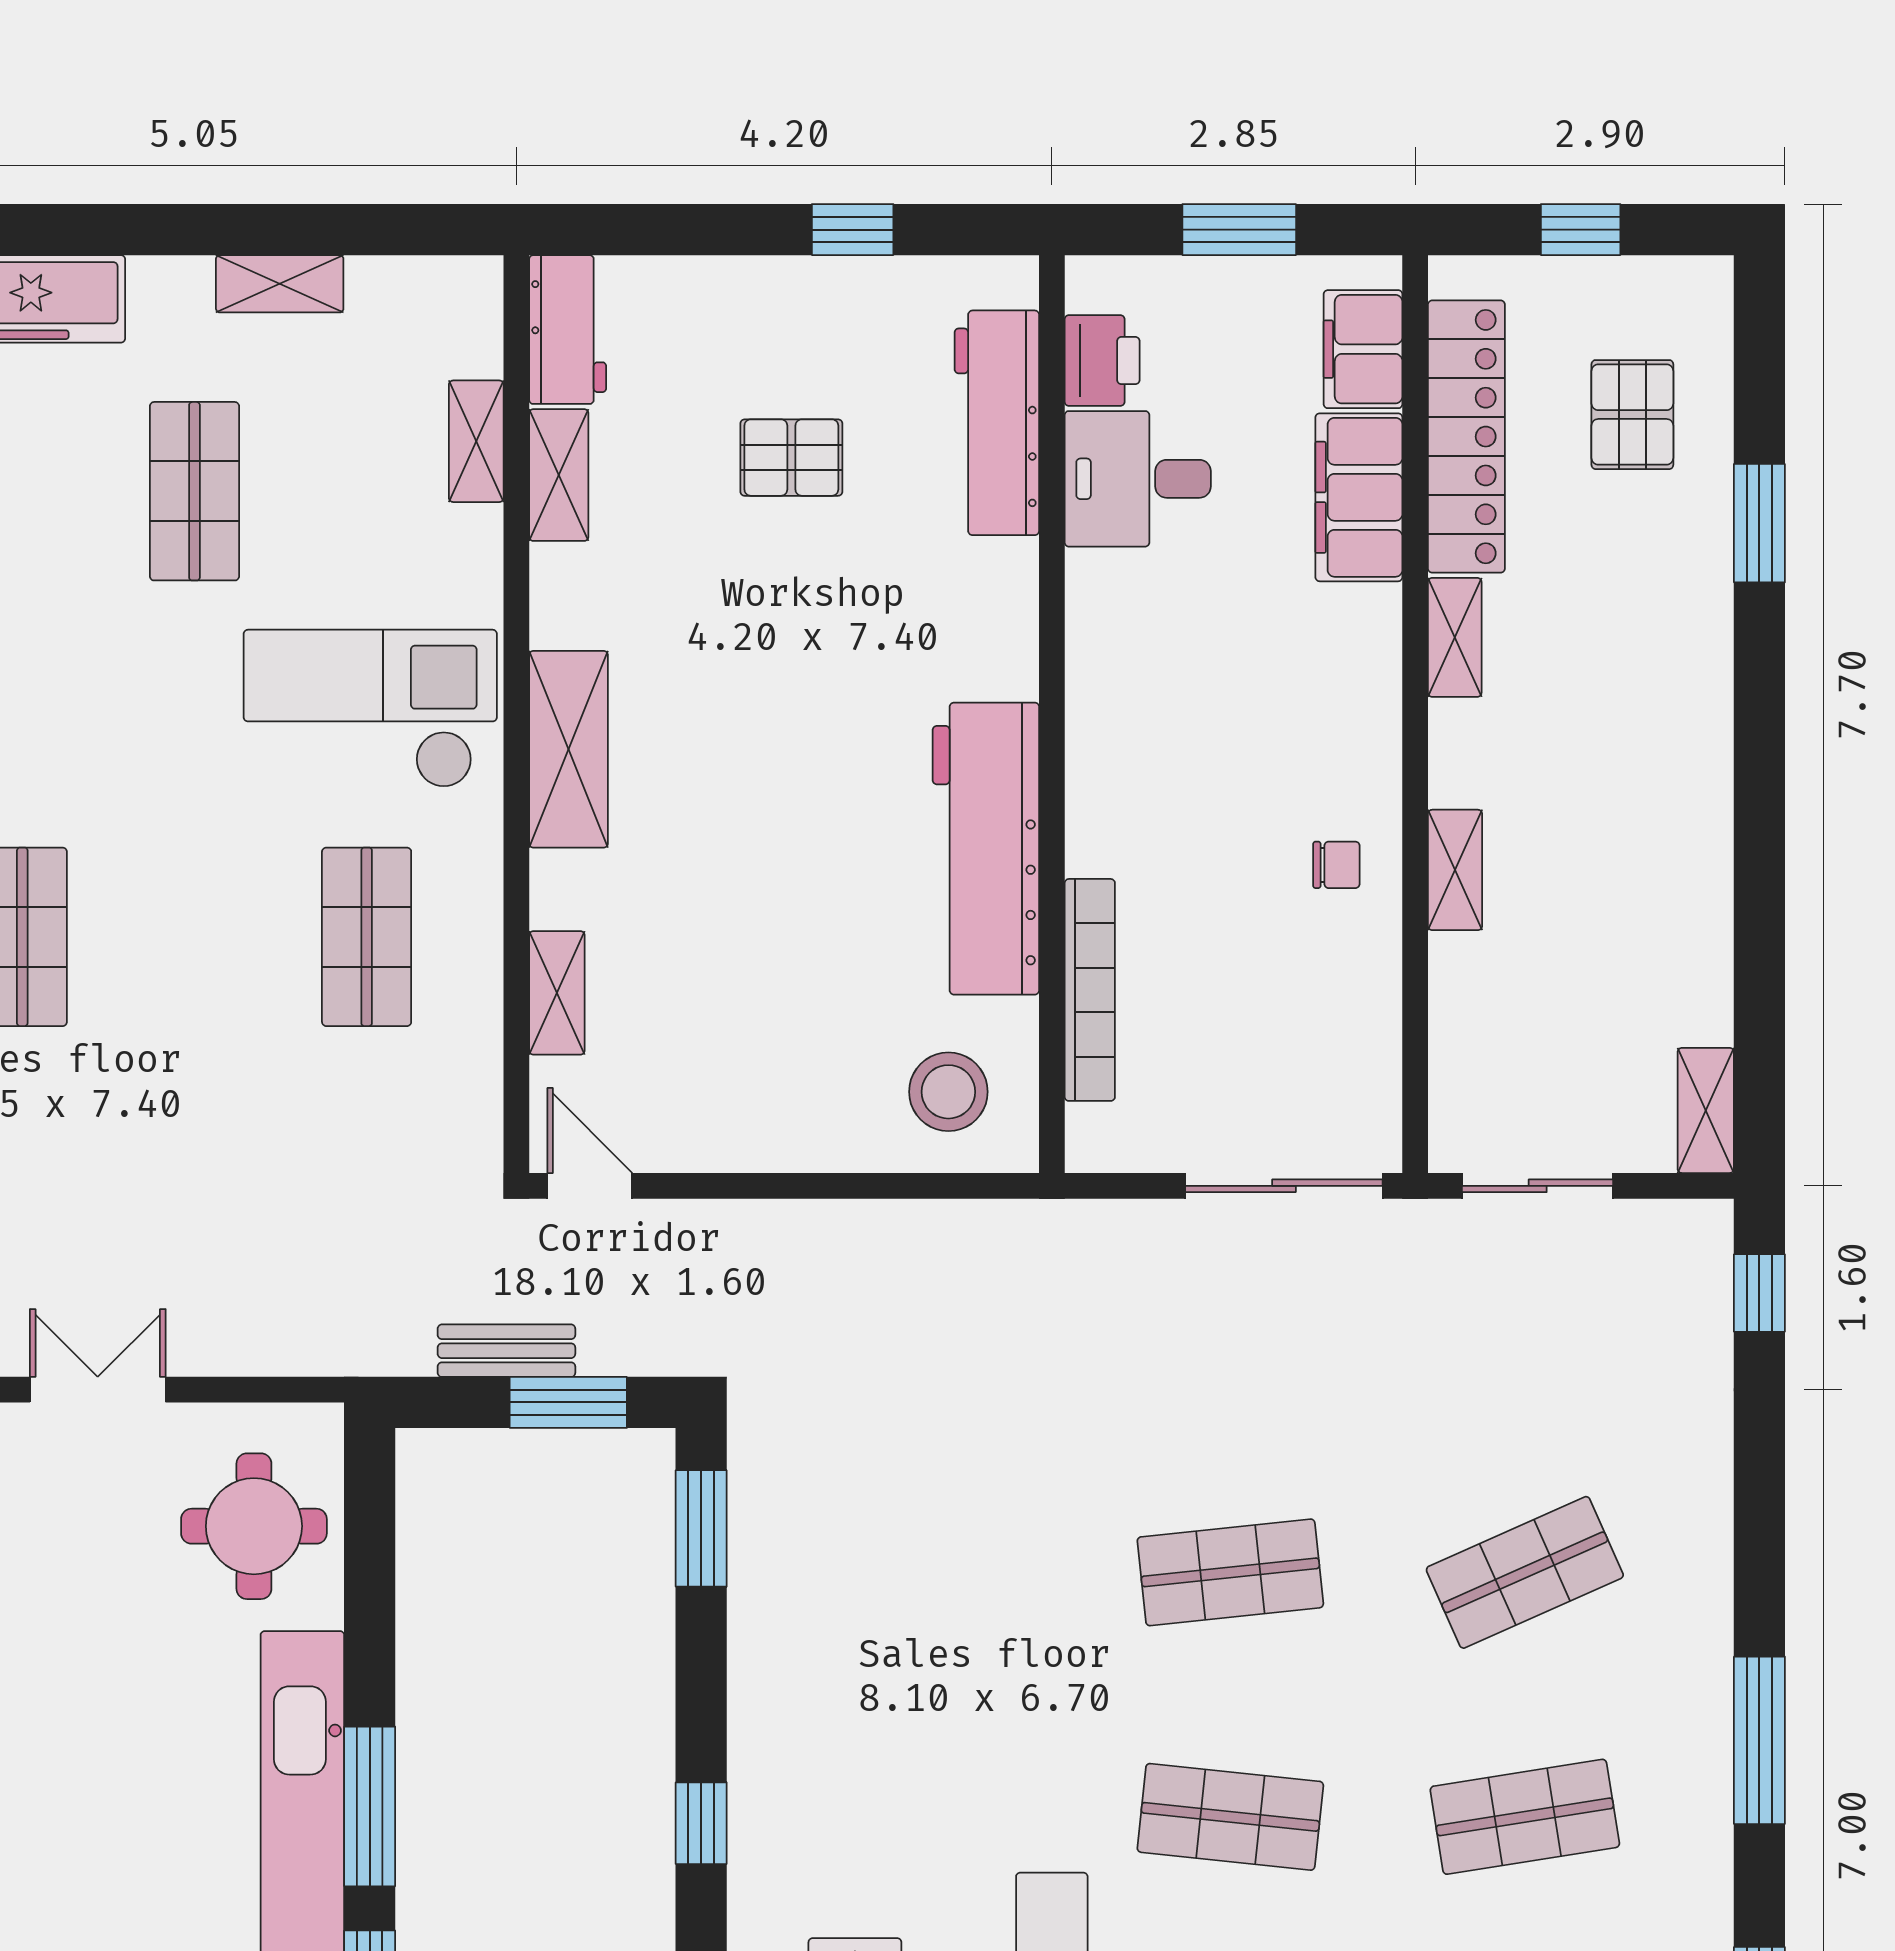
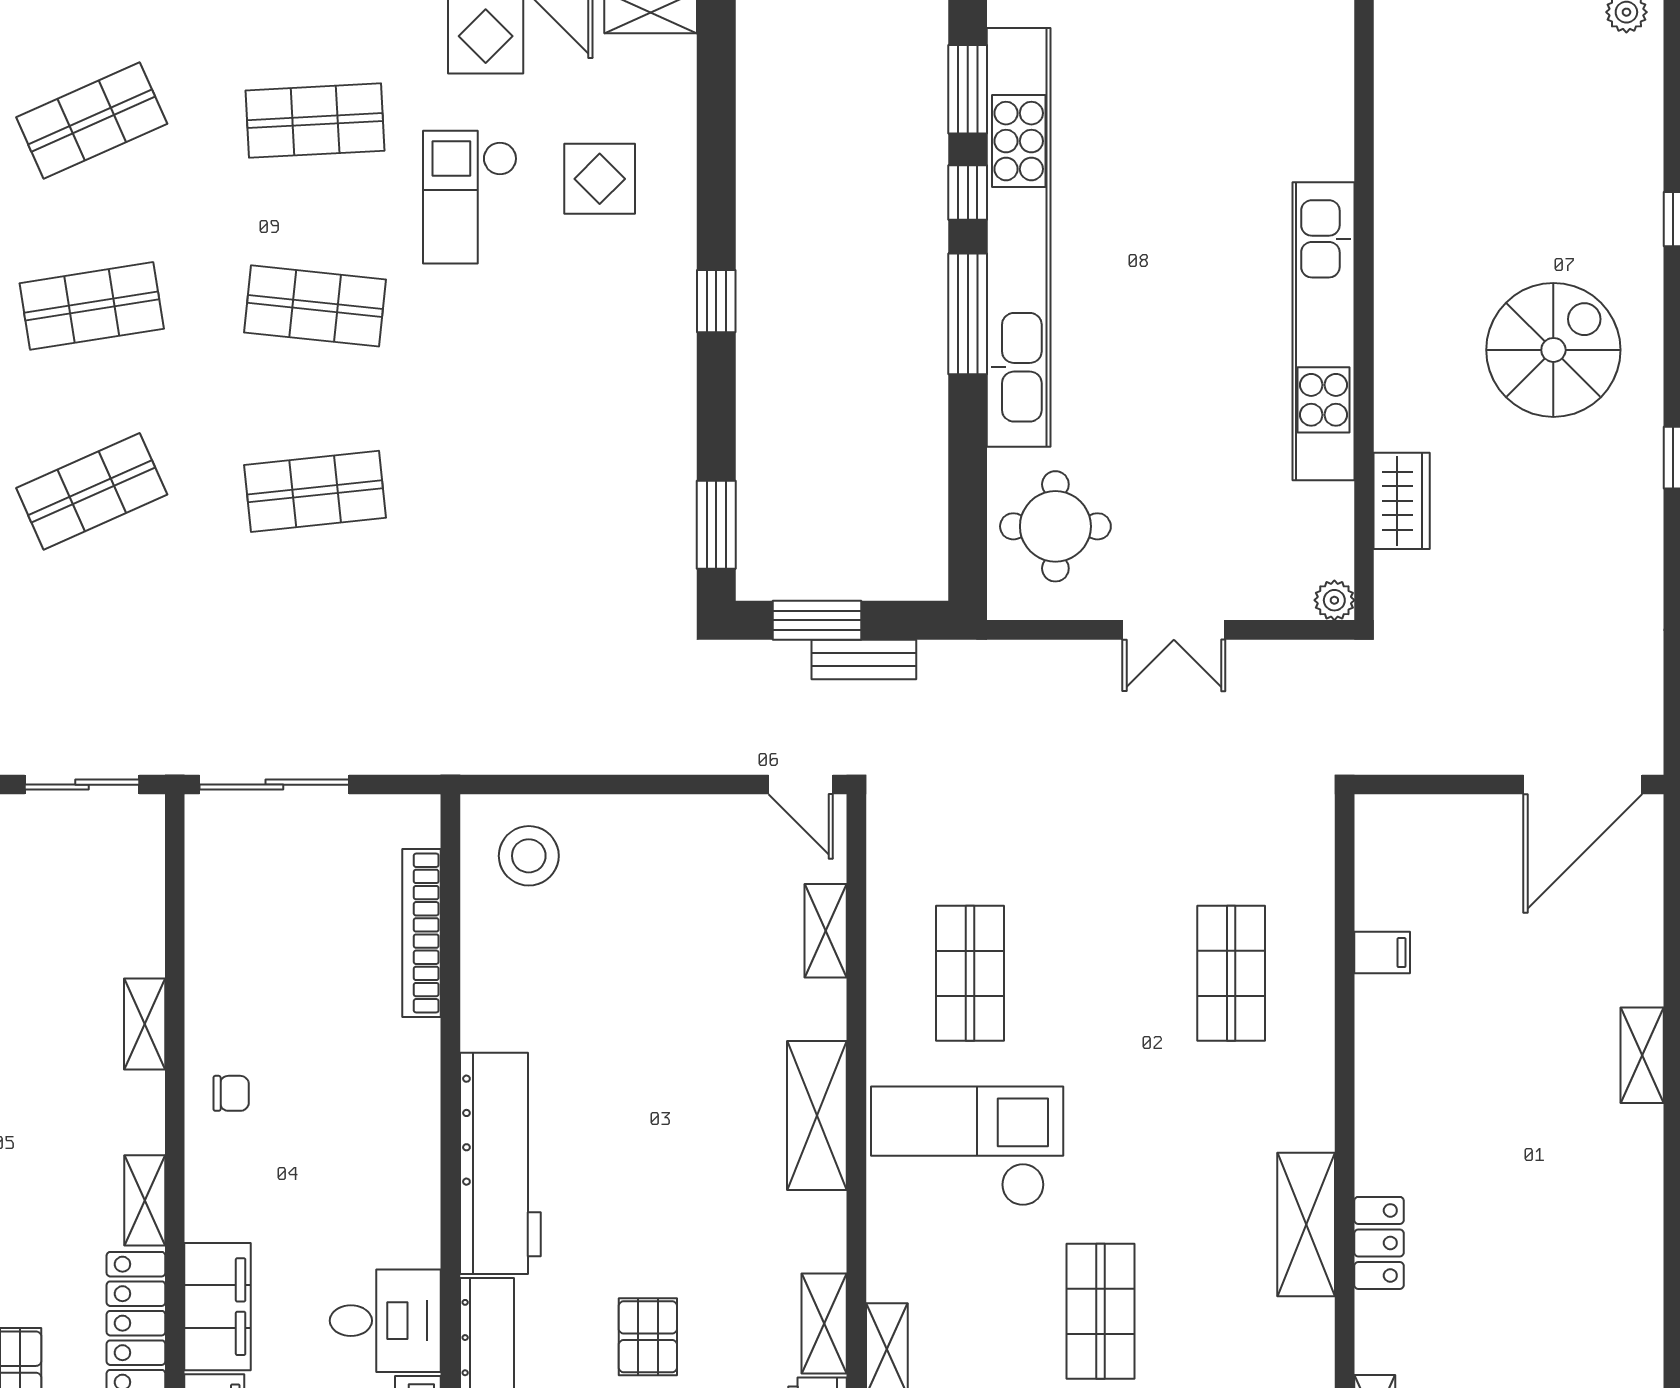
pallet: (791, 458) -> (648, 1337), turned 90
checkout: (370, 709) -> (967, 1146), turned 180
workbench: (986, 849) -> (500, 1163), moved
chair: (1336, 865) -> (231, 1093), moved, turned 180

